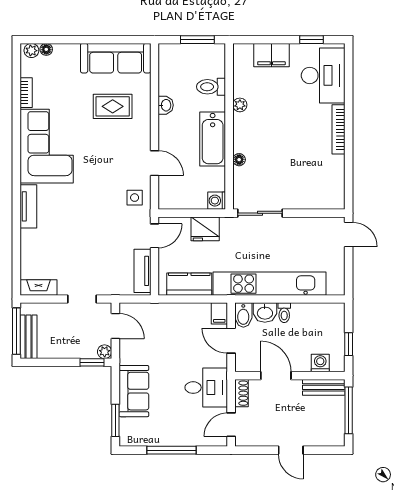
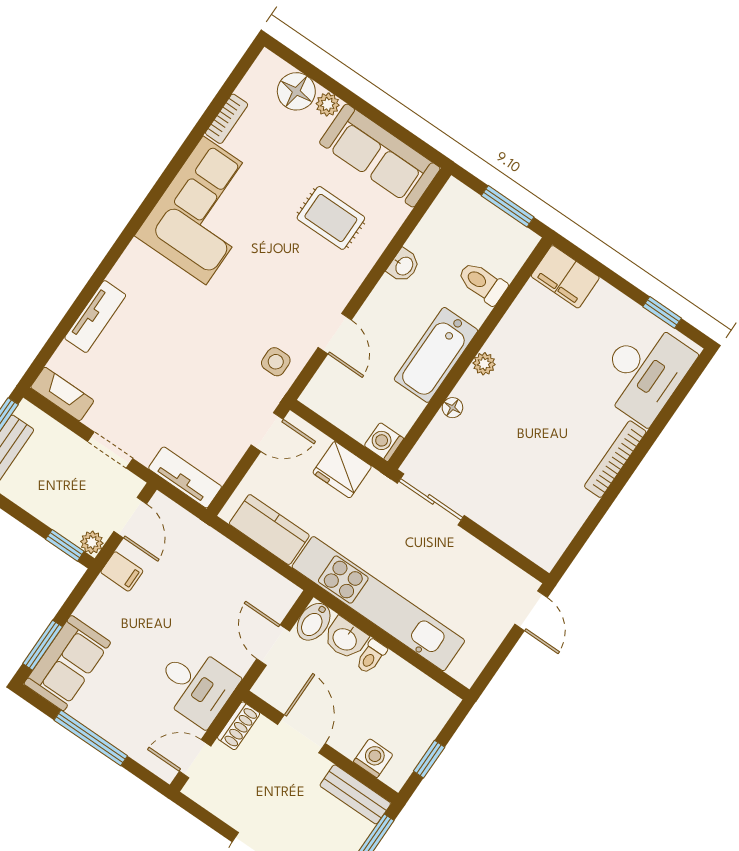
floor lamp: (46, 49) -> (296, 91), width x1.89, depth x1.89
plant: (31, 51) -> (328, 104), moved
filing cabinet: (271, 55) -> (565, 277), moved
plant: (240, 105) -> (484, 364), moved
tv unit: (28, 206) -> (95, 317), moved
tv unit: (142, 271) -> (185, 477), moved, turned 90
filing cabinet: (219, 313) -> (122, 571), moved, turned -90
sofa: (134, 391) -> (67, 663), moved

